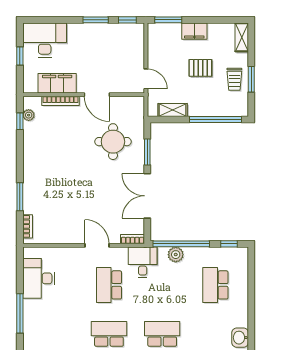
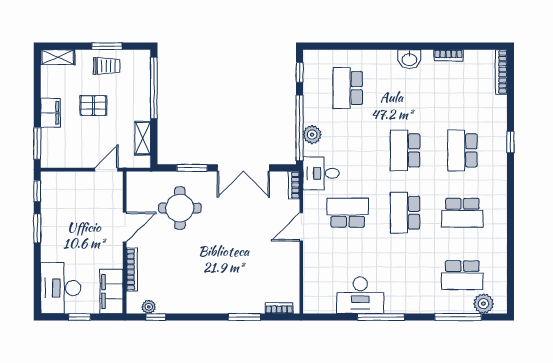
pallet: (200, 68) -> (93, 106), turned 90
filing cabinet: (57, 83) -> (111, 291), moved
desk: (39, 278) -> (360, 295), moved
school desk: (109, 285) -> (348, 213), turned 180
school desk: (215, 285) -> (348, 88), turned 90

